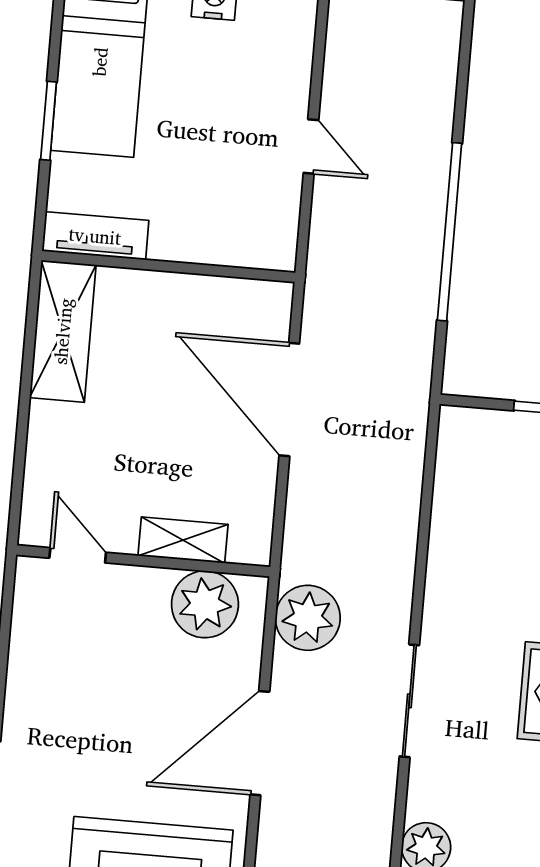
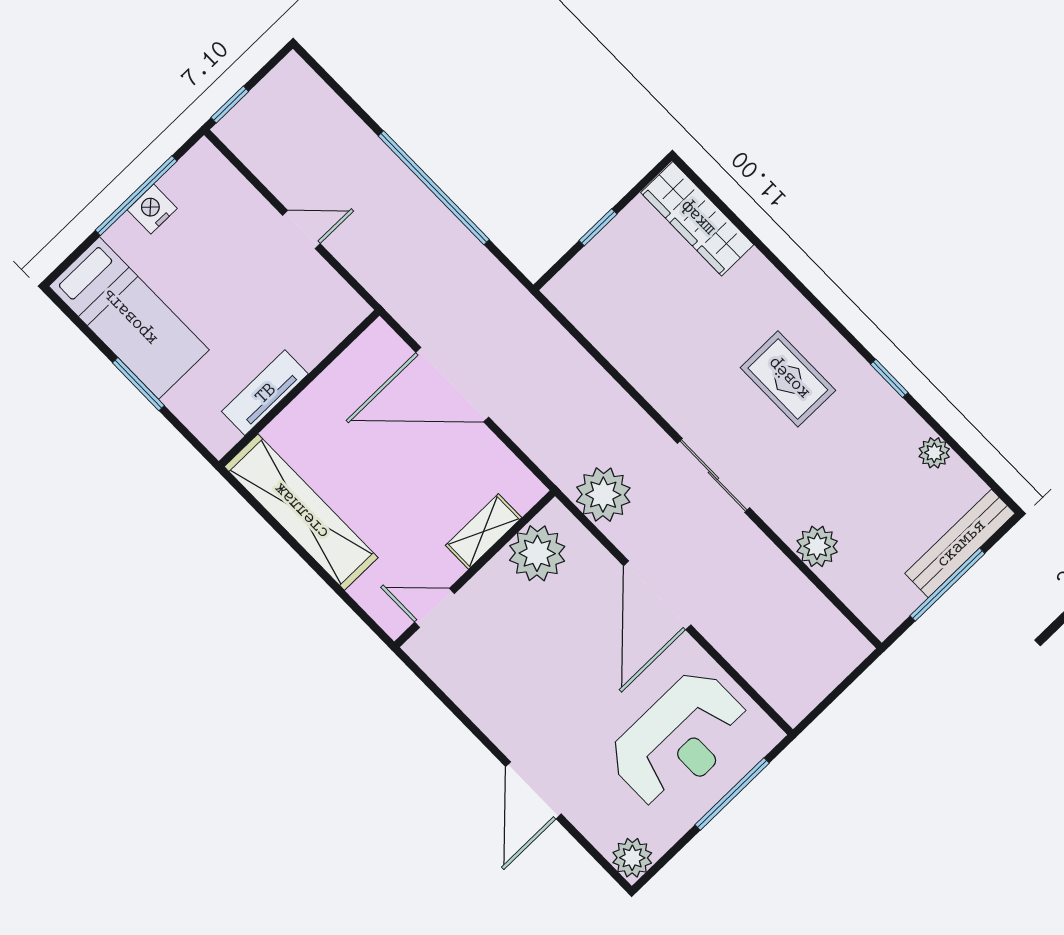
tv unit: (95, 236) -> (265, 393), moved
shelving: (63, 331) -> (301, 512), width x1.47

